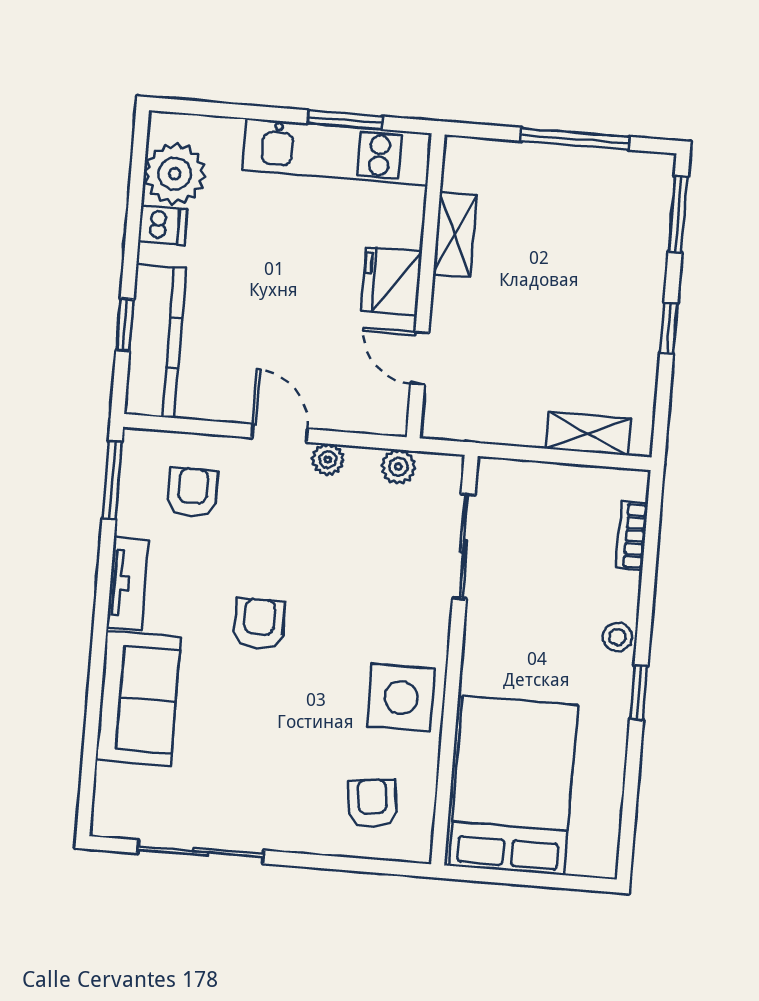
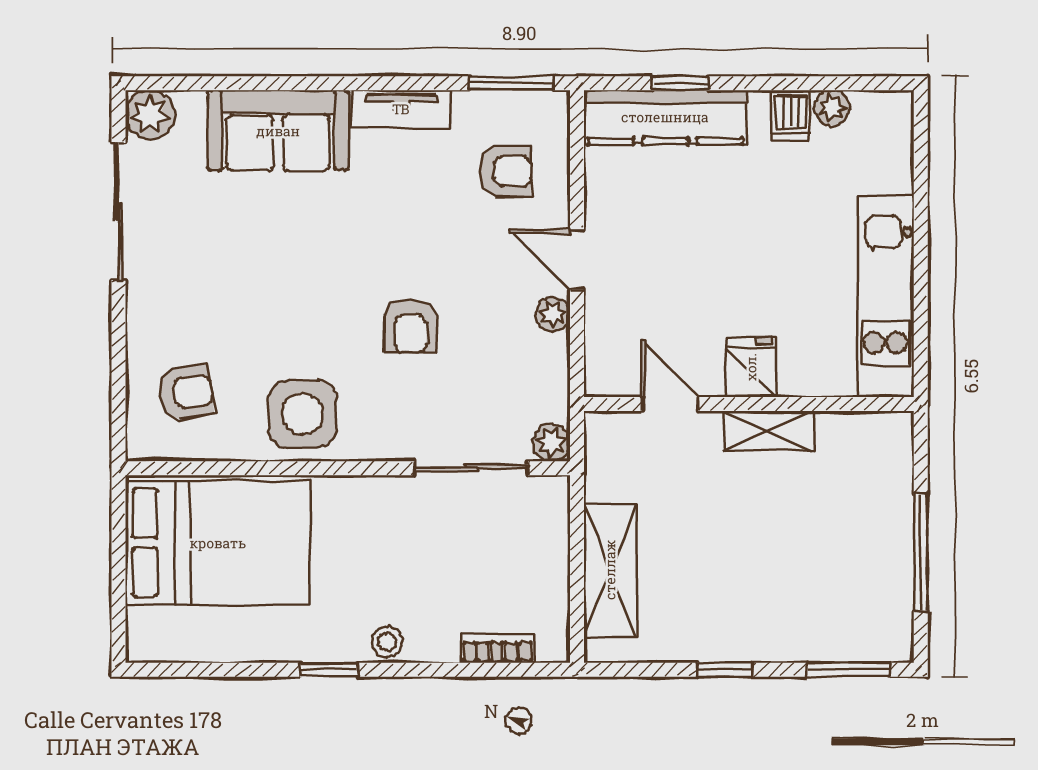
window: (345, 120) -> (921, 302), removed
plant: (175, 174) -> (832, 108), width x0.53, depth x0.53
shelving: (455, 234) -> (768, 431), moved
fridge: (392, 281) -> (751, 367), width x0.72
door: (420, 358) -> (670, 404), hinge flipped
door: (280, 433) -> (577, 260), swing flipped
shelving: (589, 434) -> (610, 570), width x1.50, depth x1.33
plant: (398, 467) -> (551, 443), moved
armchair: (259, 624) -> (410, 326), moved, turned 90
plant: (114, 815) -> (150, 115), added

